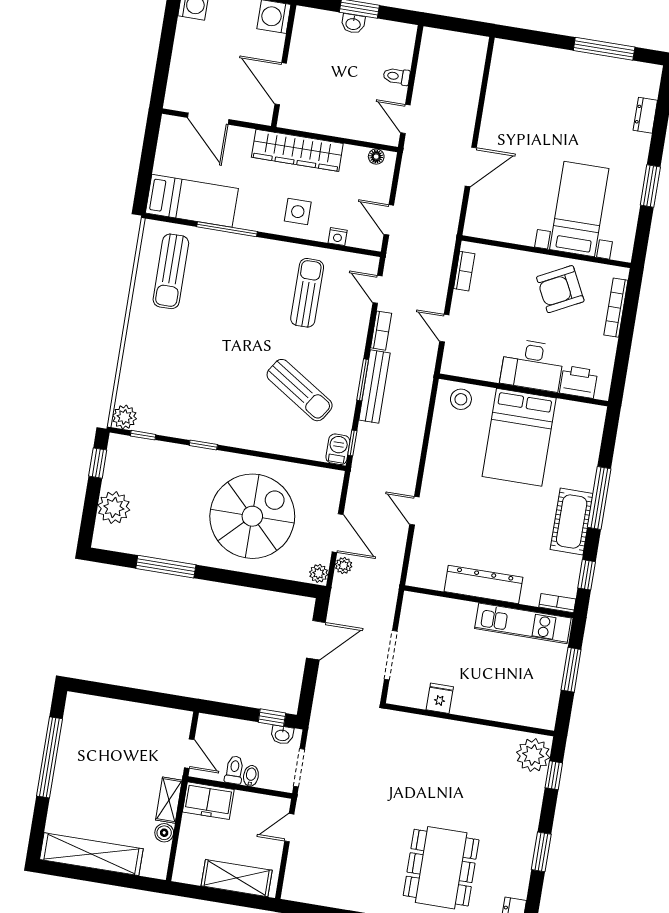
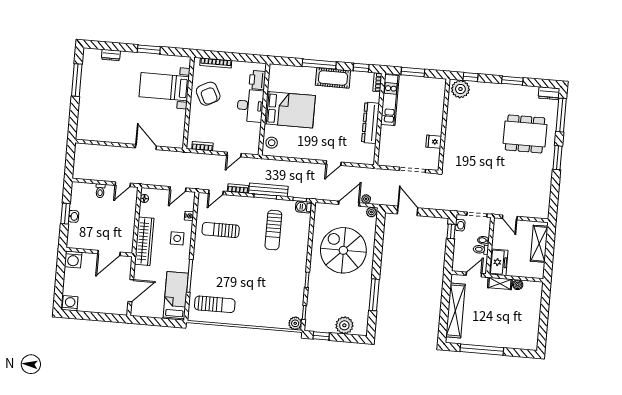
sun lounger: (300, 390) -> (273, 230), turned 147
shelving: (91, 854) -> (455, 310), moved

